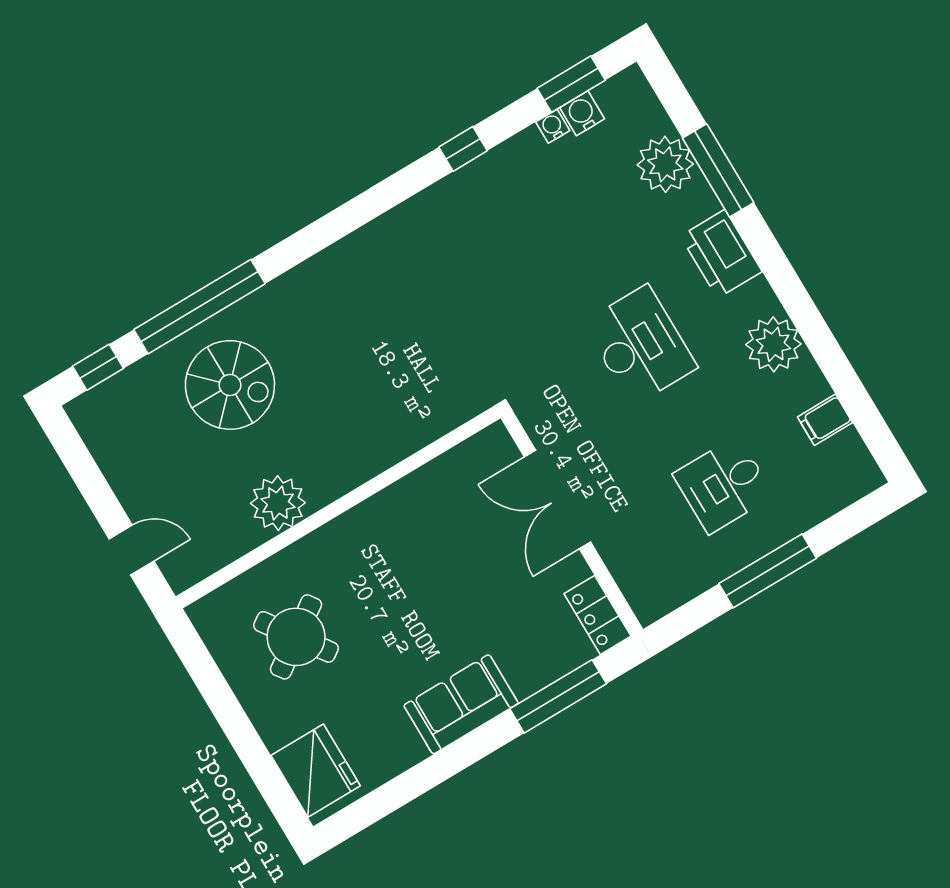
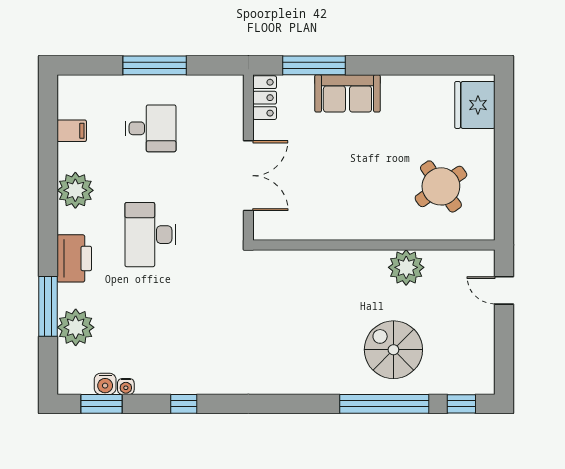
sofa: (461, 704) -> (347, 93), moved

